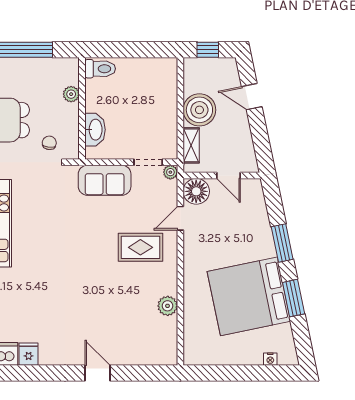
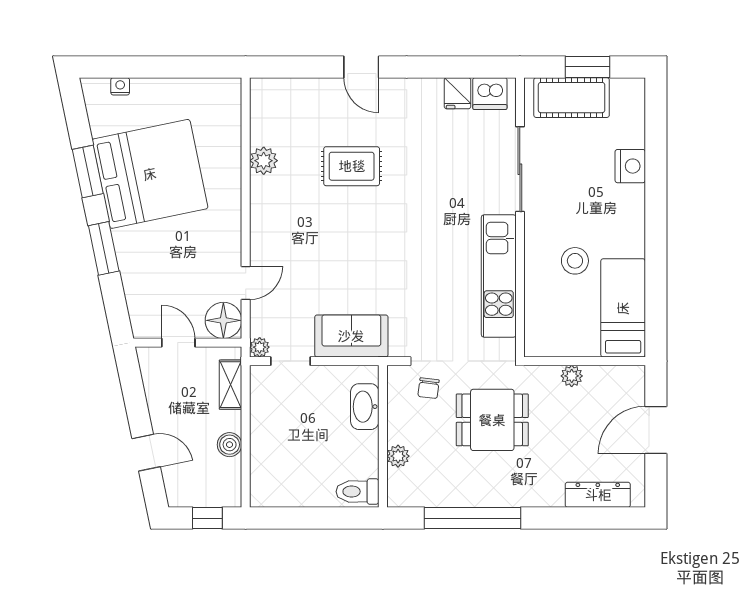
boiler: (199, 110) -> (230, 445), width x0.54, depth x0.54
rug: (140, 247) -> (352, 166), moved

